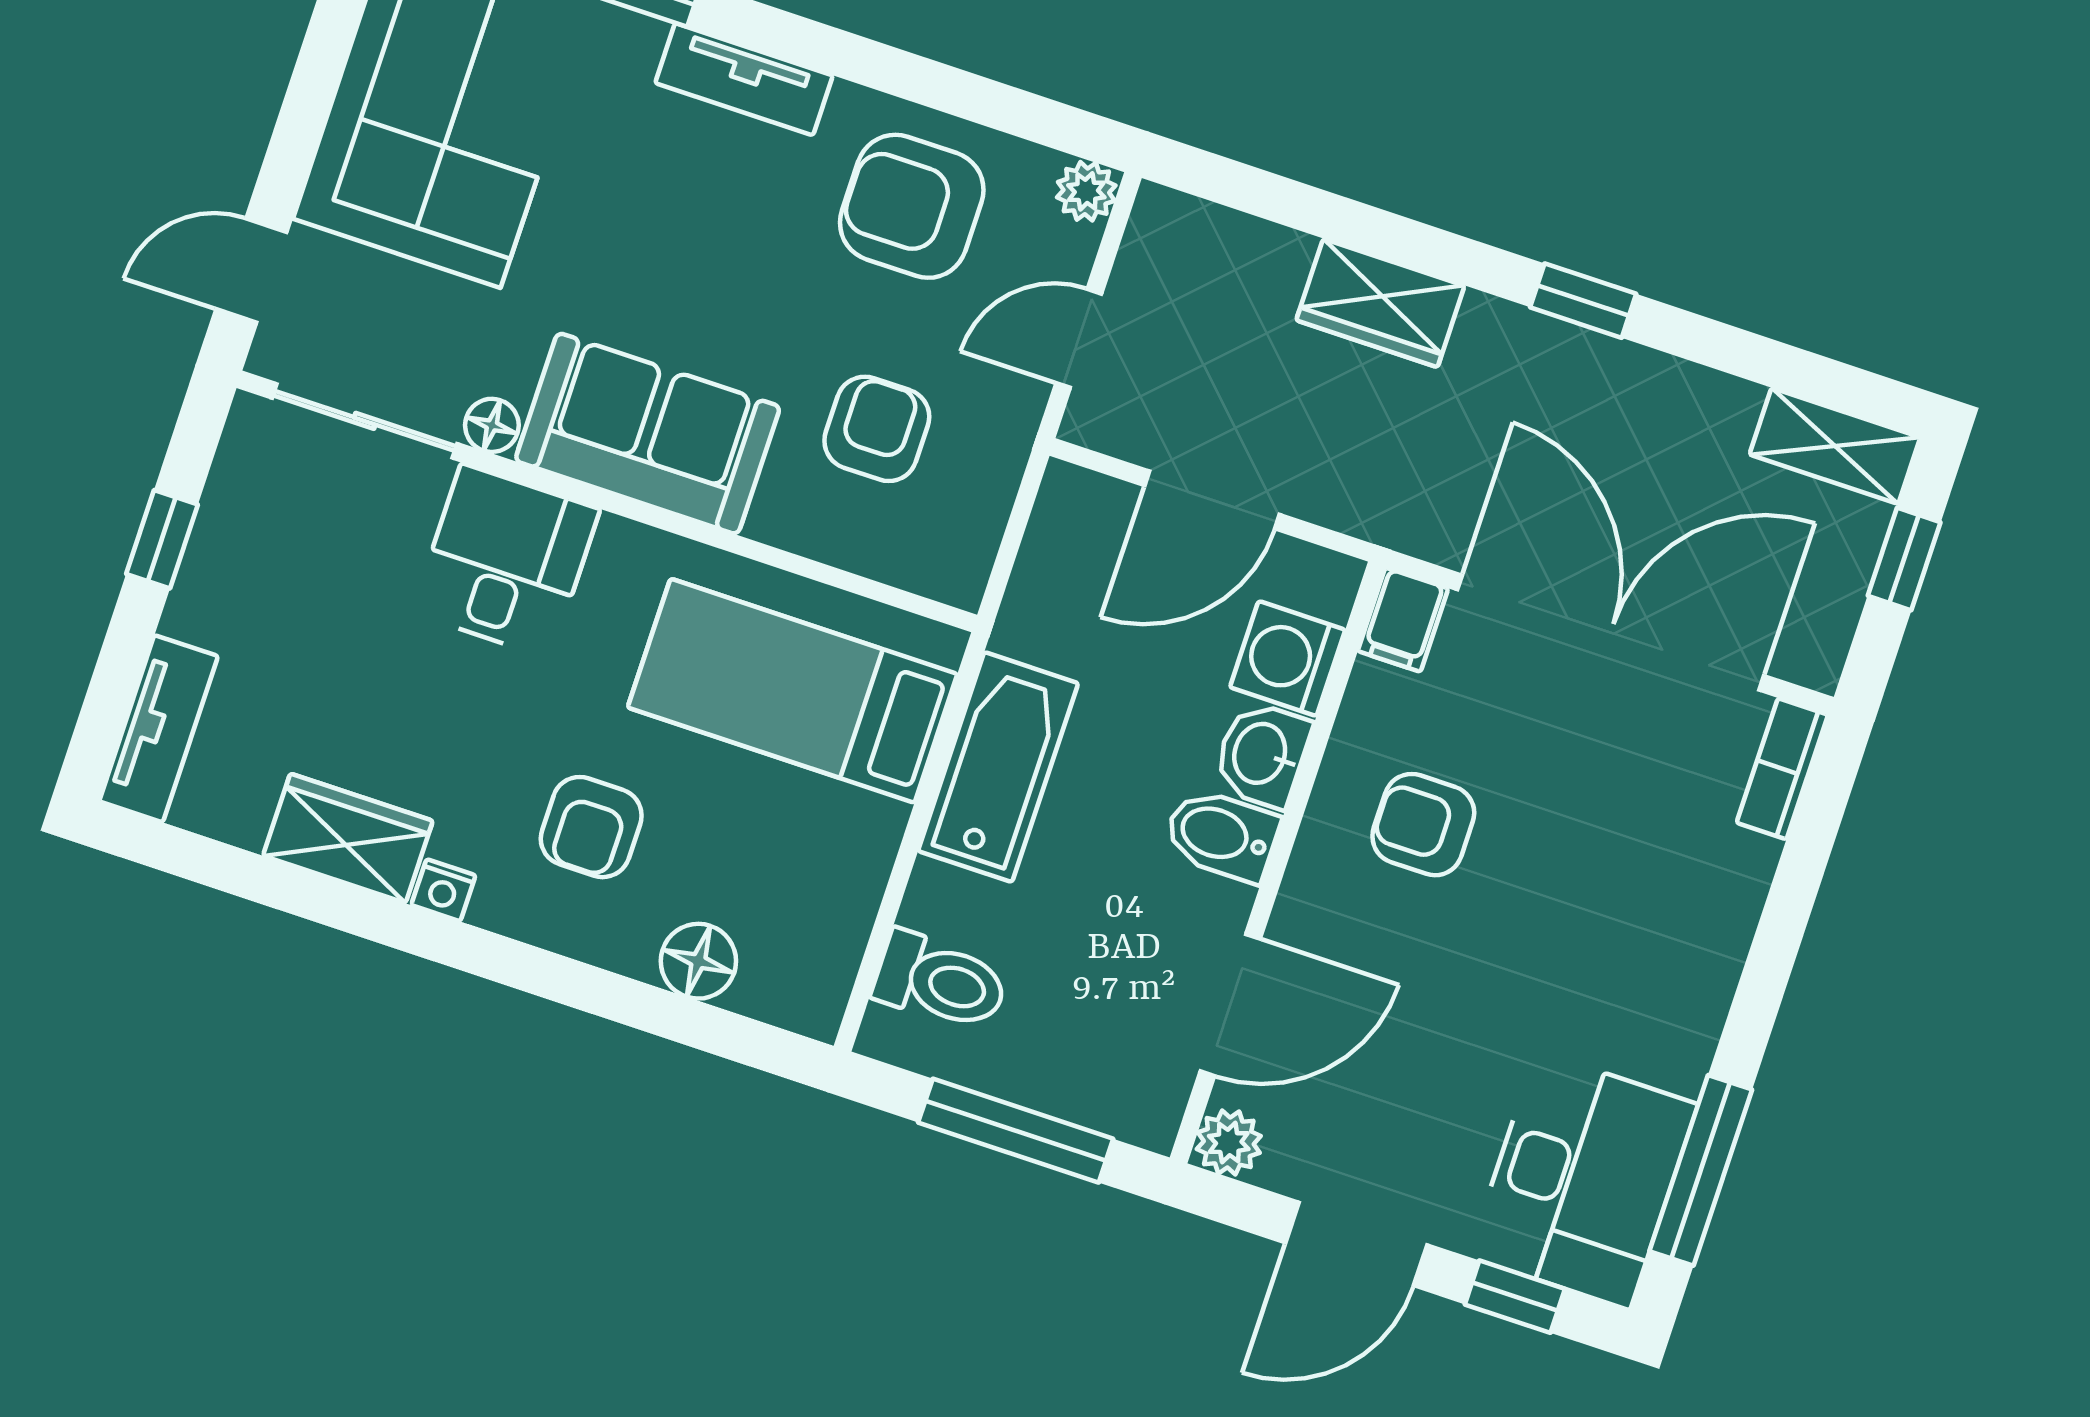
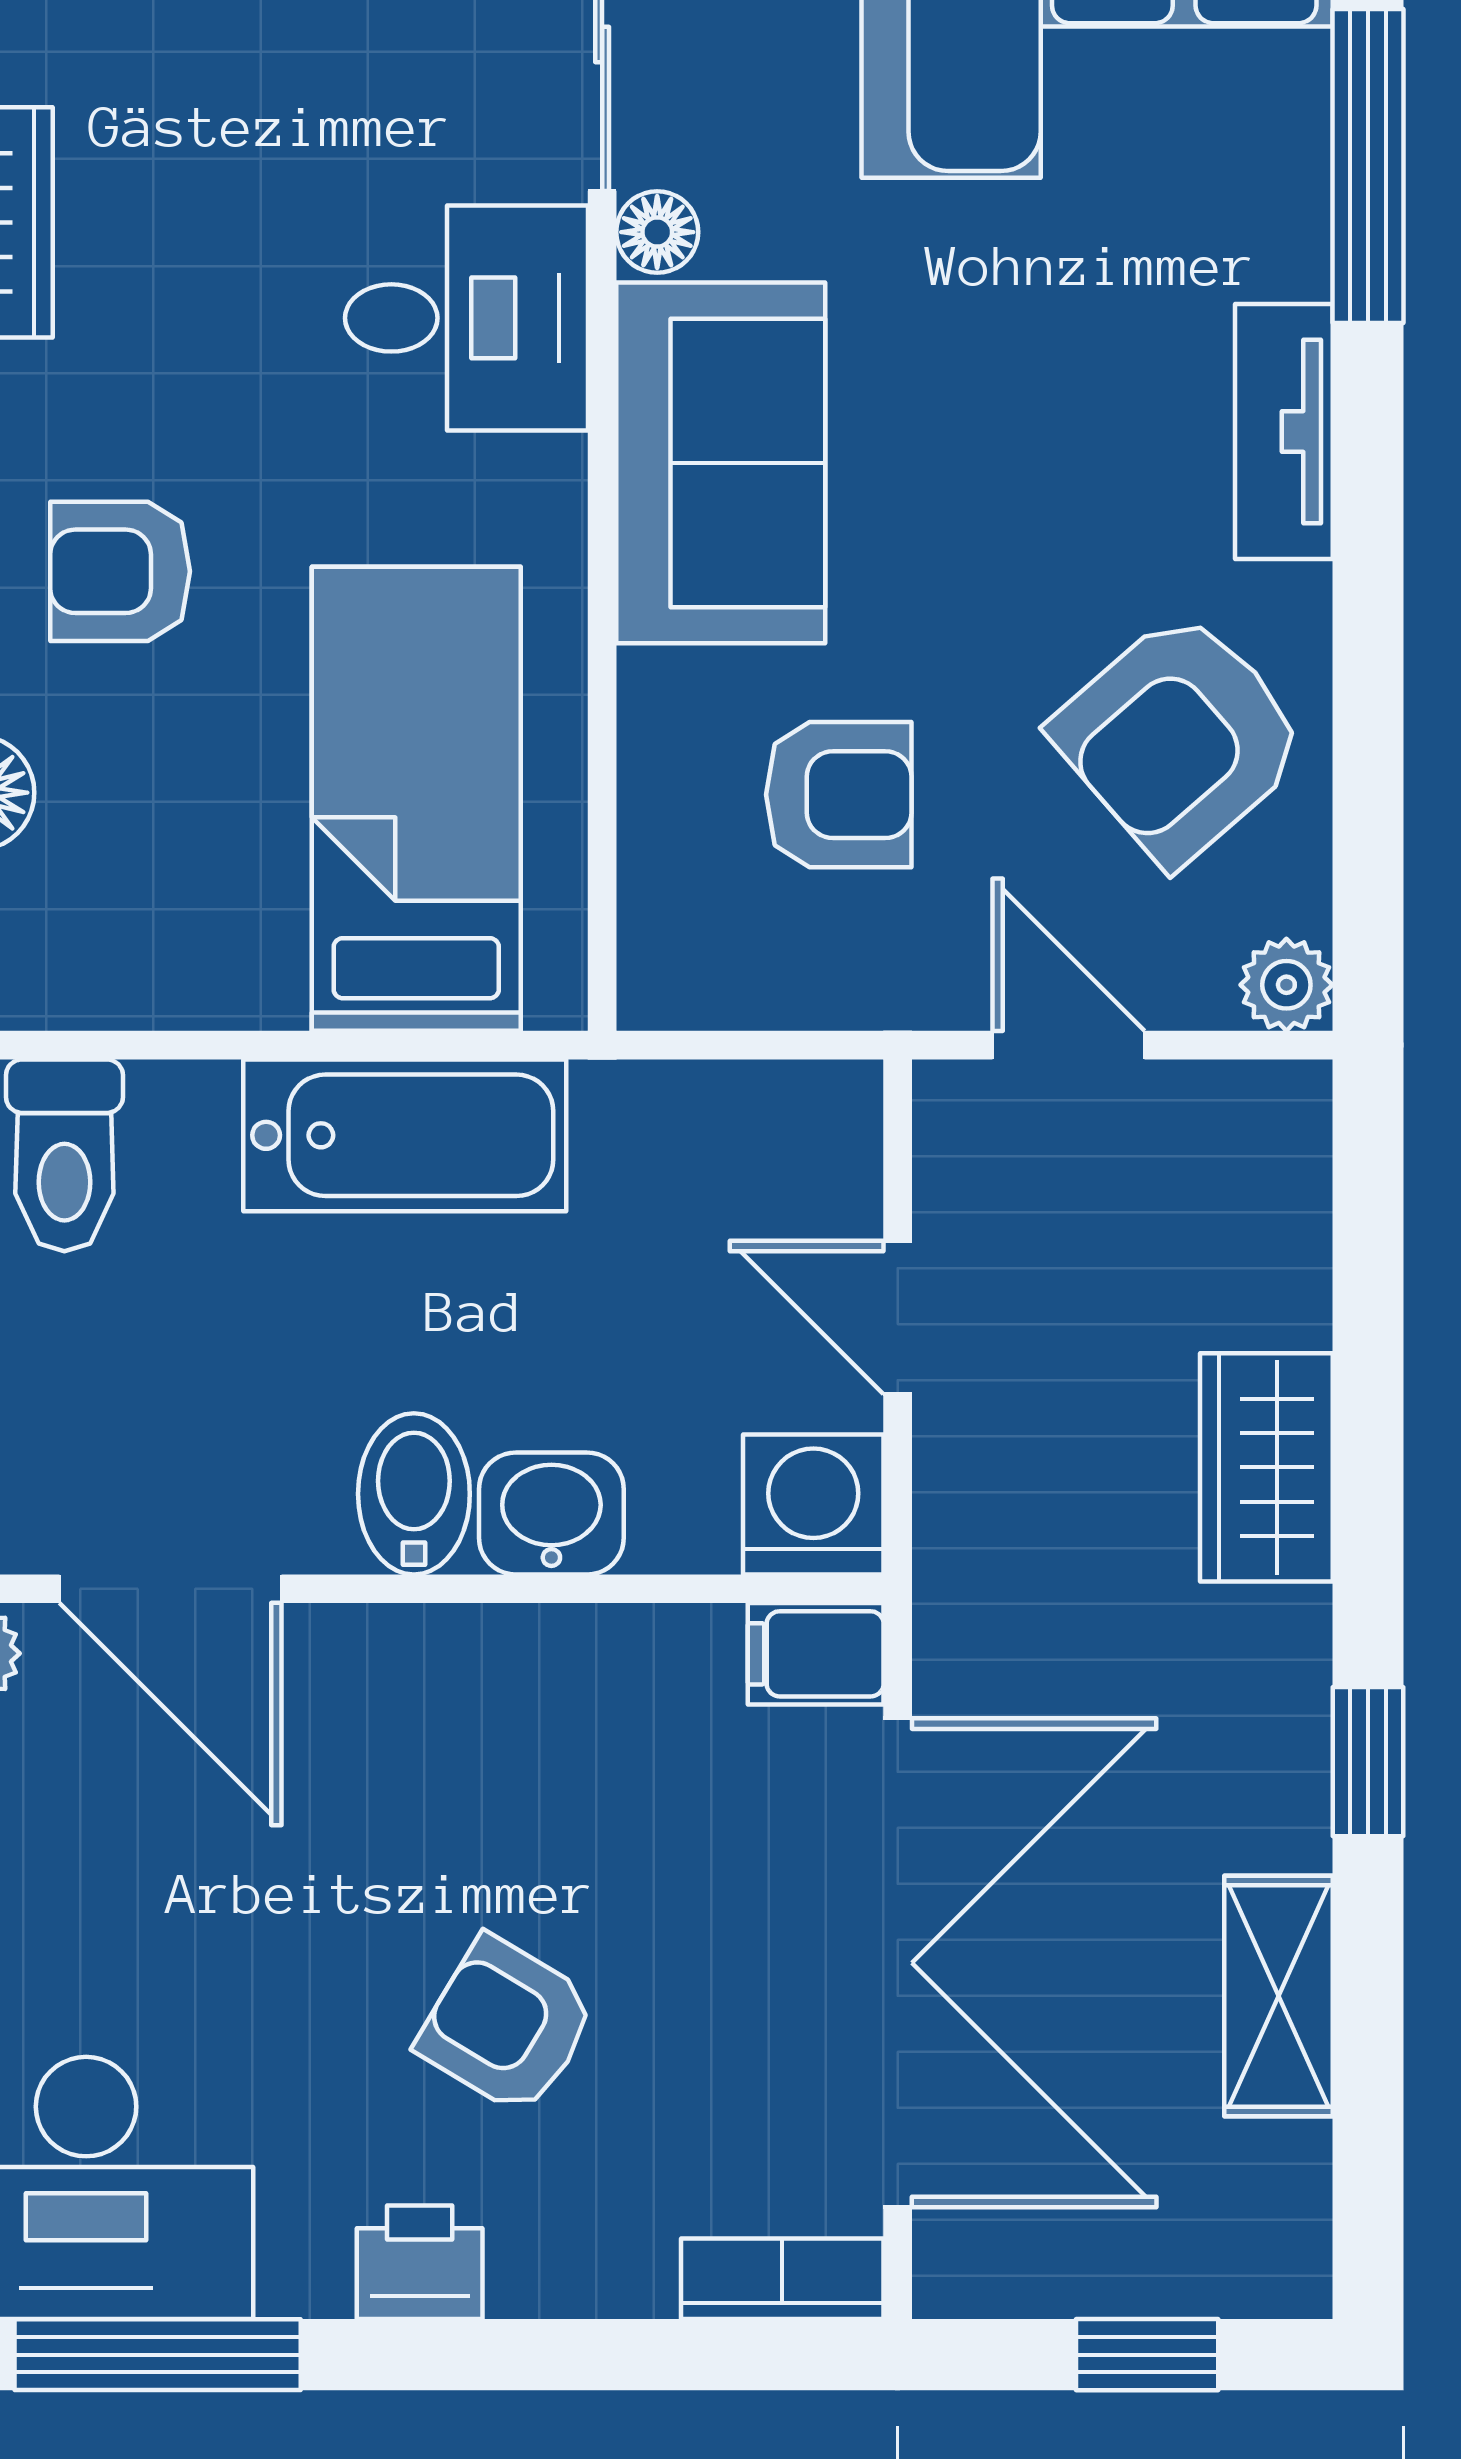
armchair: (912, 206) -> (1180, 738), turned -131
shelving: (1835, 446) -> (1278, 1996), moved
door: (1212, 500) -> (898, 1317), width x0.73
washing machine: (1288, 659) -> (813, 1504), moved
armchair: (1423, 825) -> (507, 2025), moved, turned -59
printer: (1698, 989) -> (420, 2262), added

